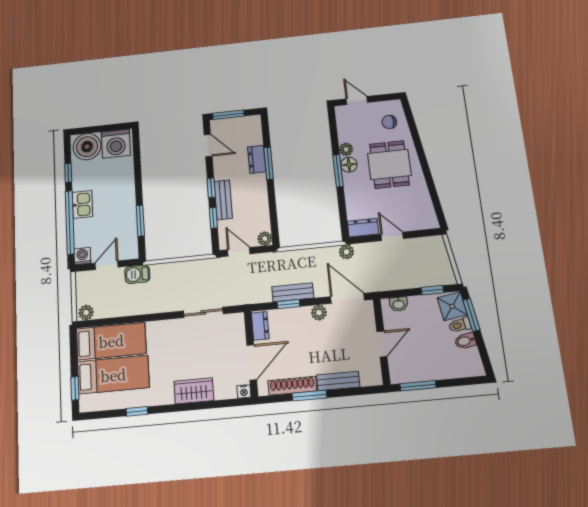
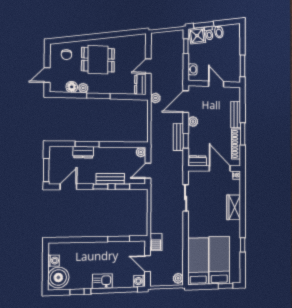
washing machine: (116, 144) -> (54, 261), width x0.53, depth x0.53
floor lamp: (349, 165) -> (72, 87), moved

